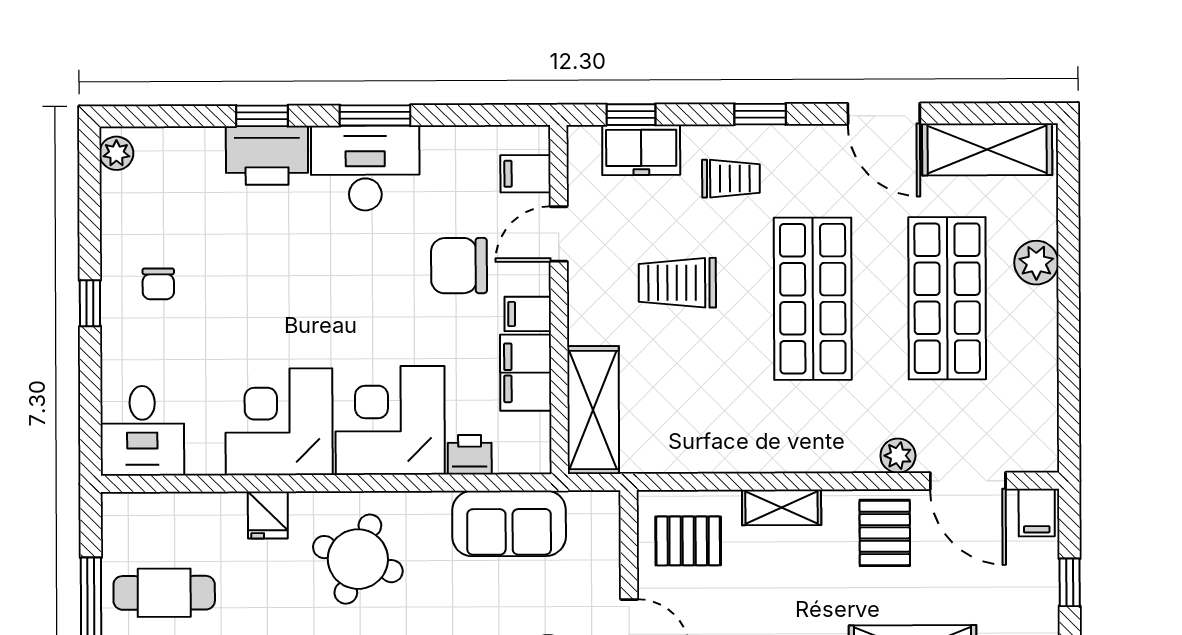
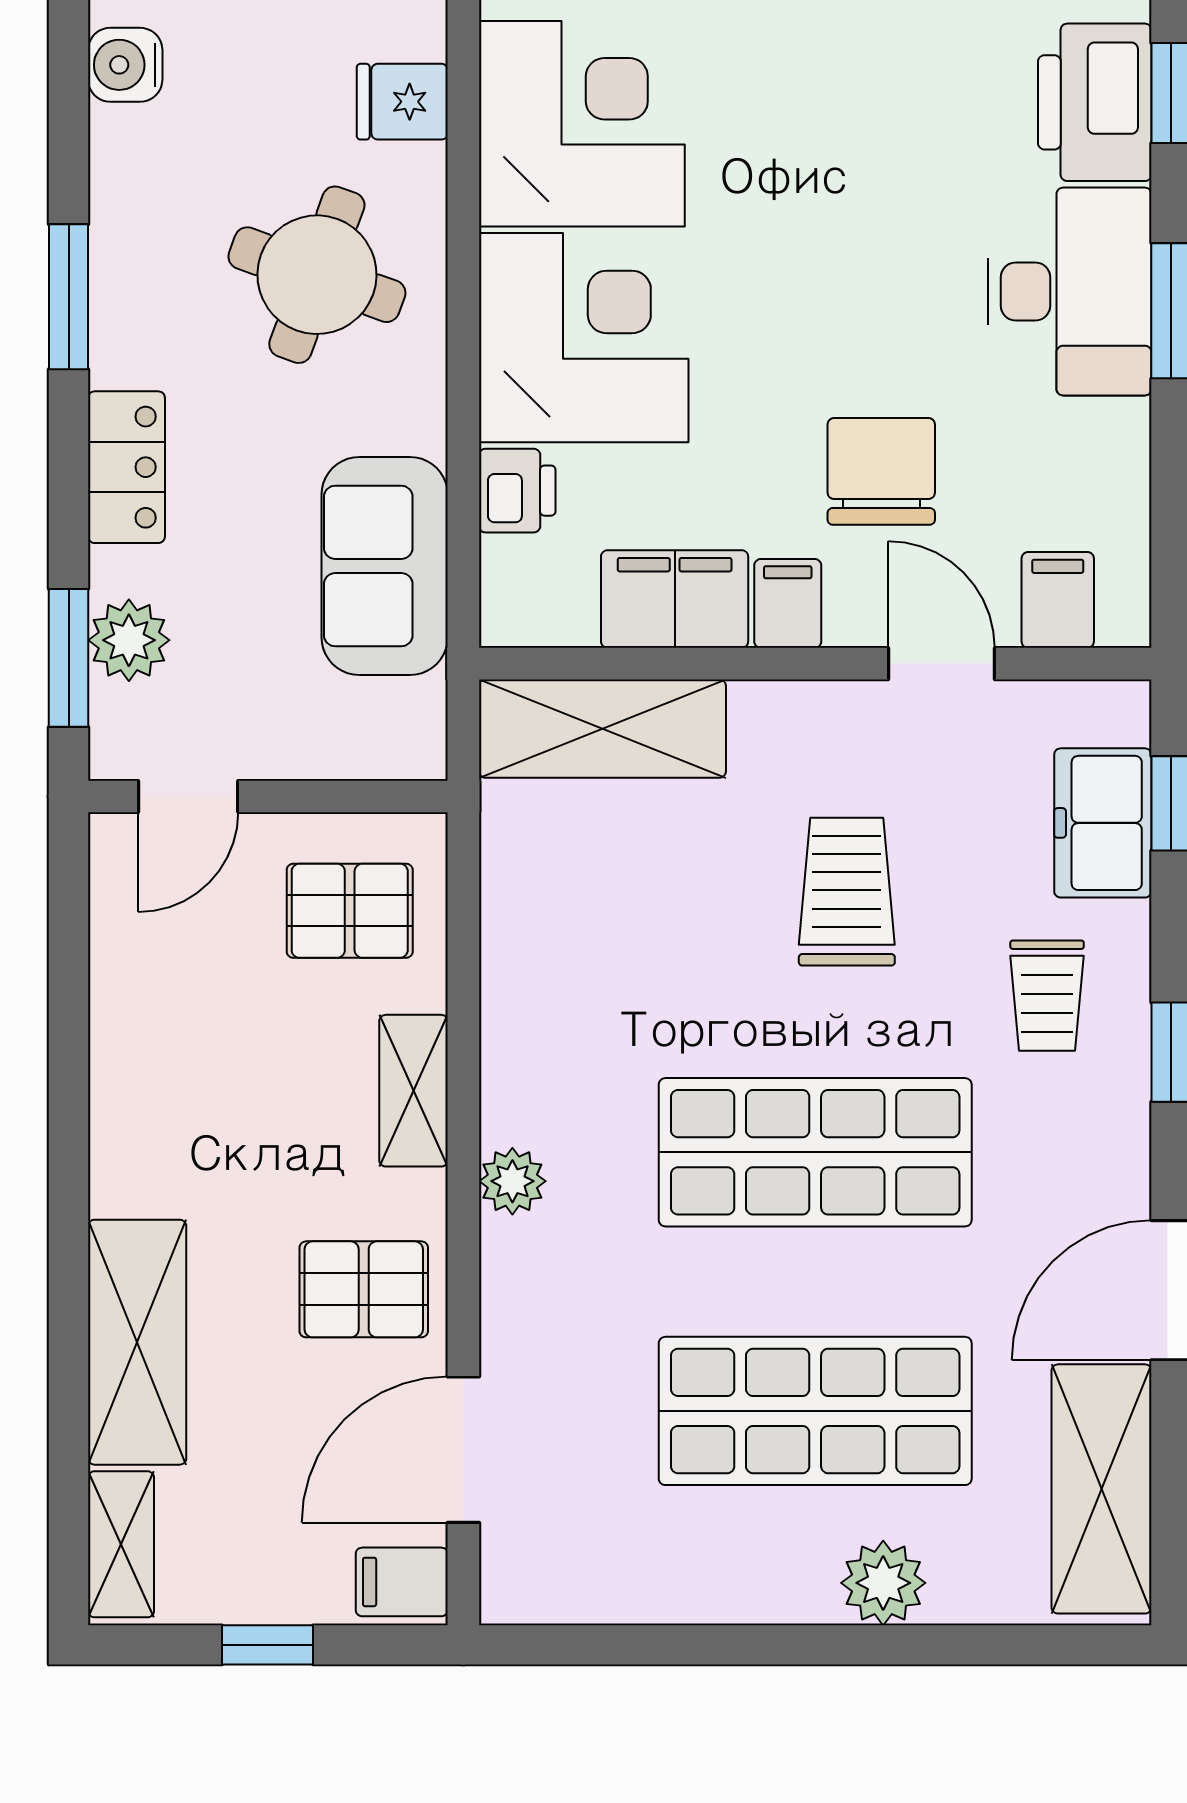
plant: (898, 456) -> (512, 1181), moved
pallet: (688, 541) -> (350, 911), turned 90

